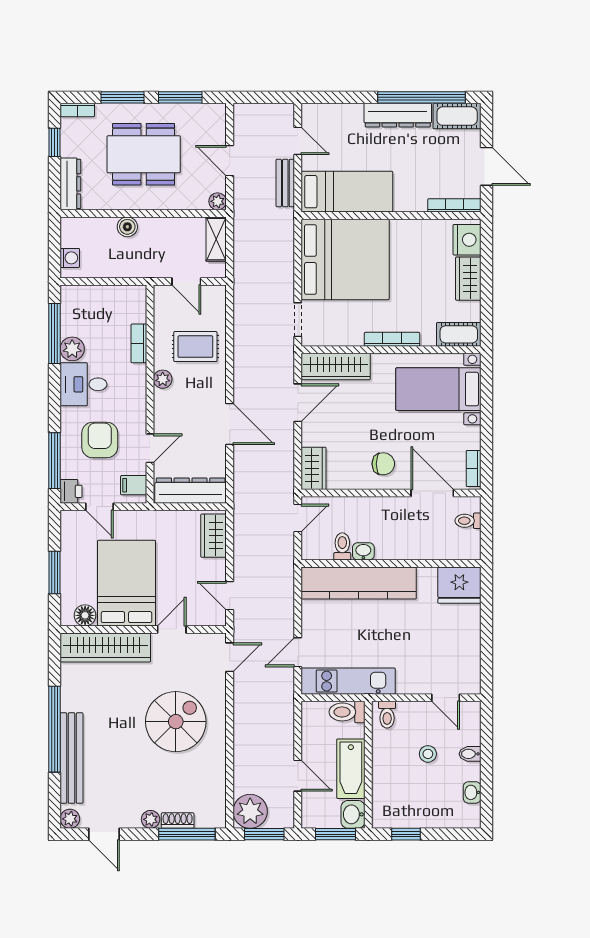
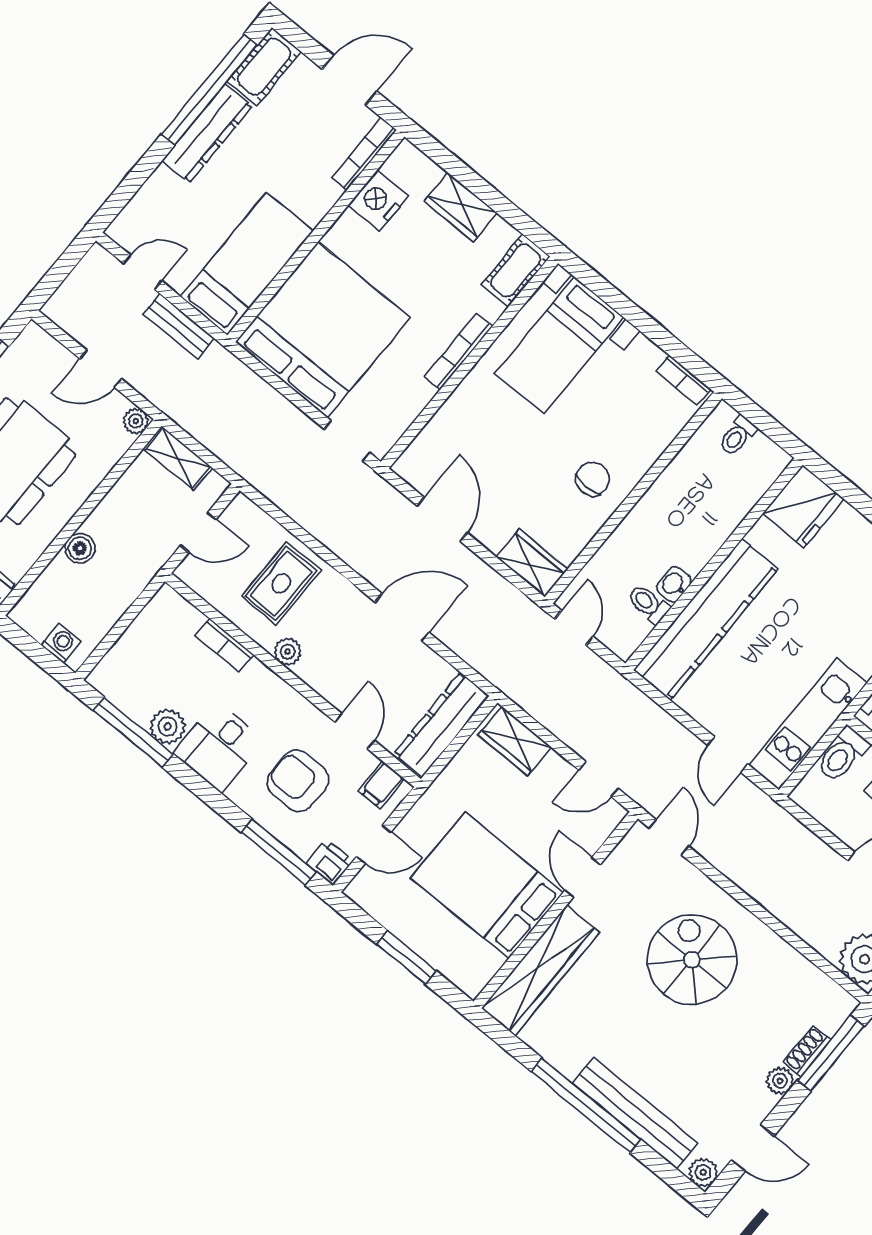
nightstand: (467, 240) -> (378, 201), moved, turned -90
wardrobe: (336, 367) -> (436, 442), removed
door: (432, 493) -> (672, 450), removed
floor lamp: (85, 615) -> (485, 963), removed

